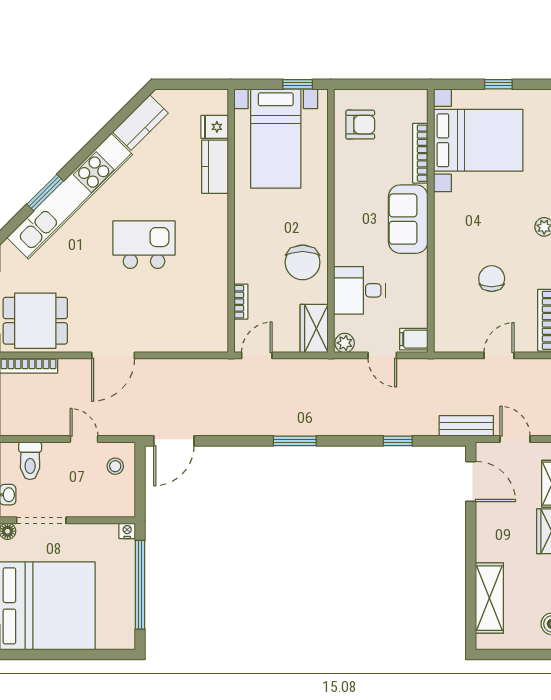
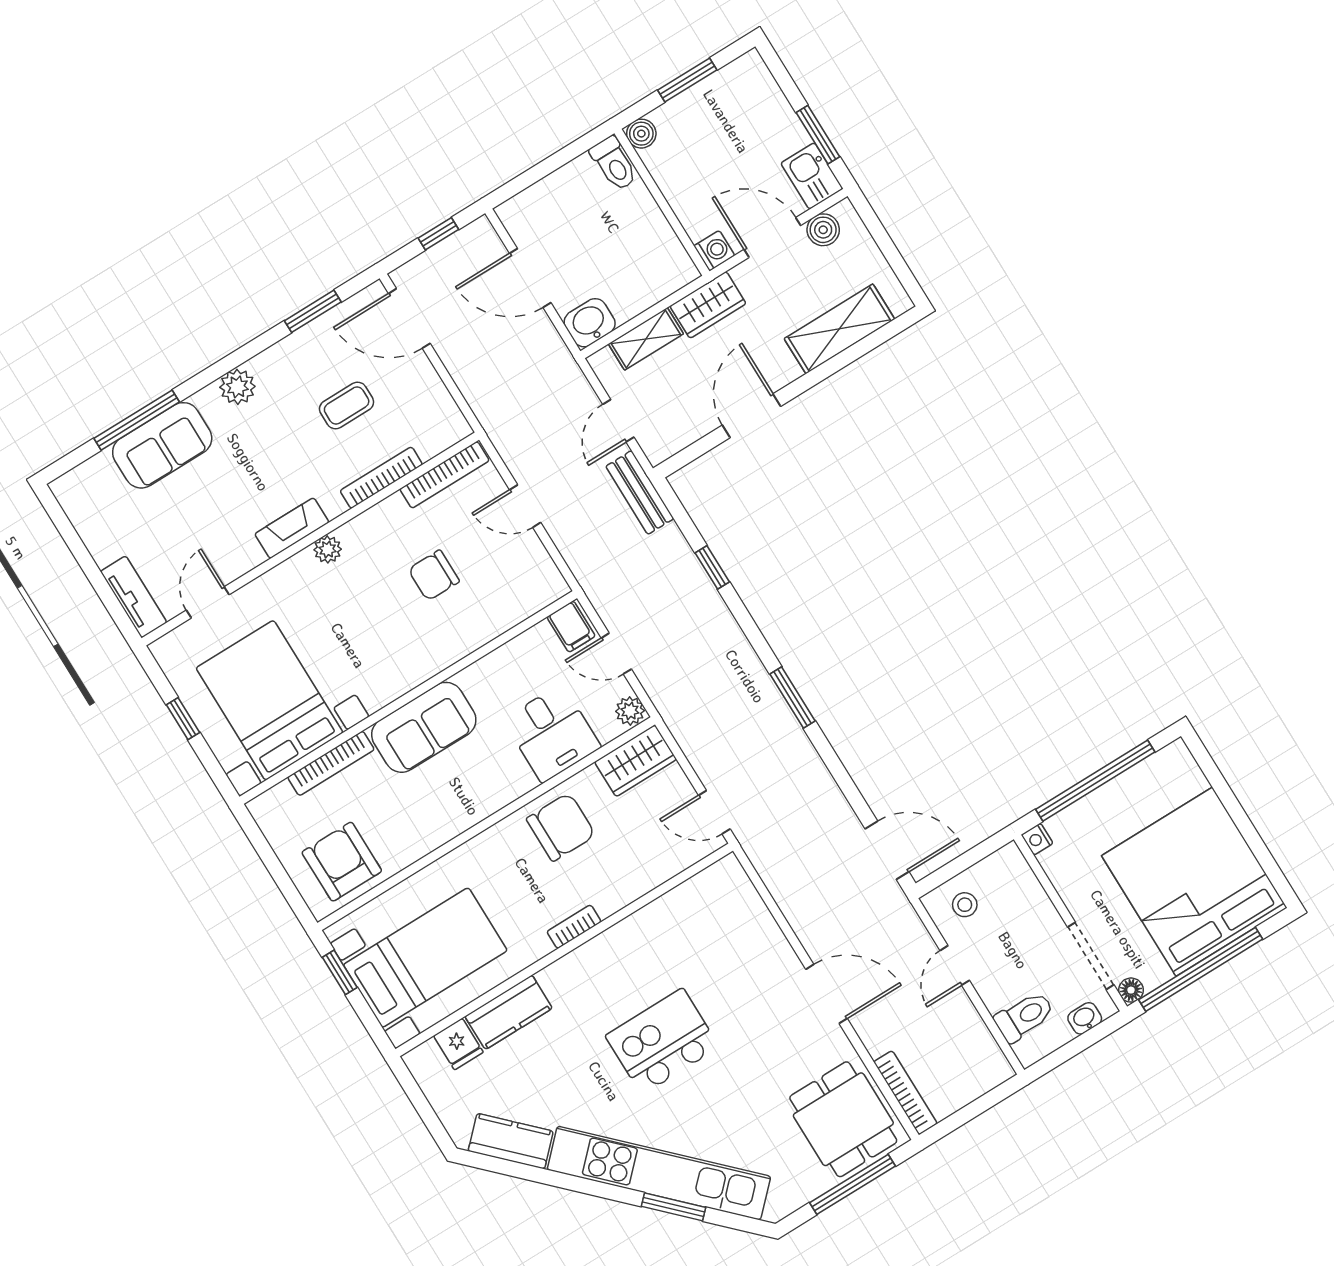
armchair: (360, 125) -> (342, 862), width x1.38, depth x1.38
kitchen island: (144, 245) -> (662, 1041), turned 90
bookcase: (241, 302) -> (574, 927), moved
door: (382, 355) -> (616, 654), swing flipped
door: (471, 481) -> (752, 416), moved

